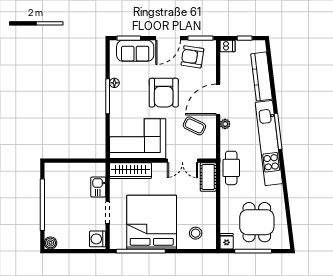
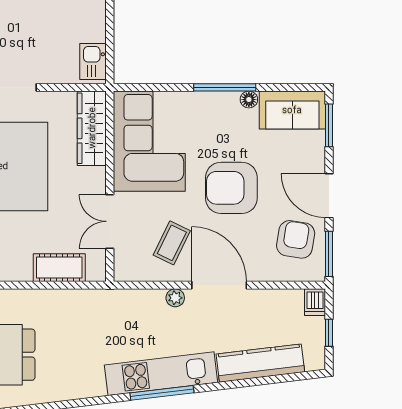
sofa: (135, 51) -> (292, 110), moved, turned -90
kitchen unit: (269, 143) -> (161, 374), width x0.73
cafe table: (231, 168) -> (97, 309), removed
cot: (208, 177) -> (59, 268), moved
kitchen sink: (98, 187) -> (93, 62), moved, turned -90

